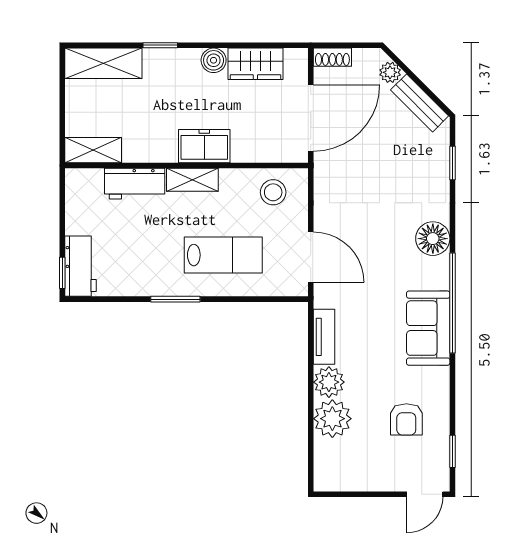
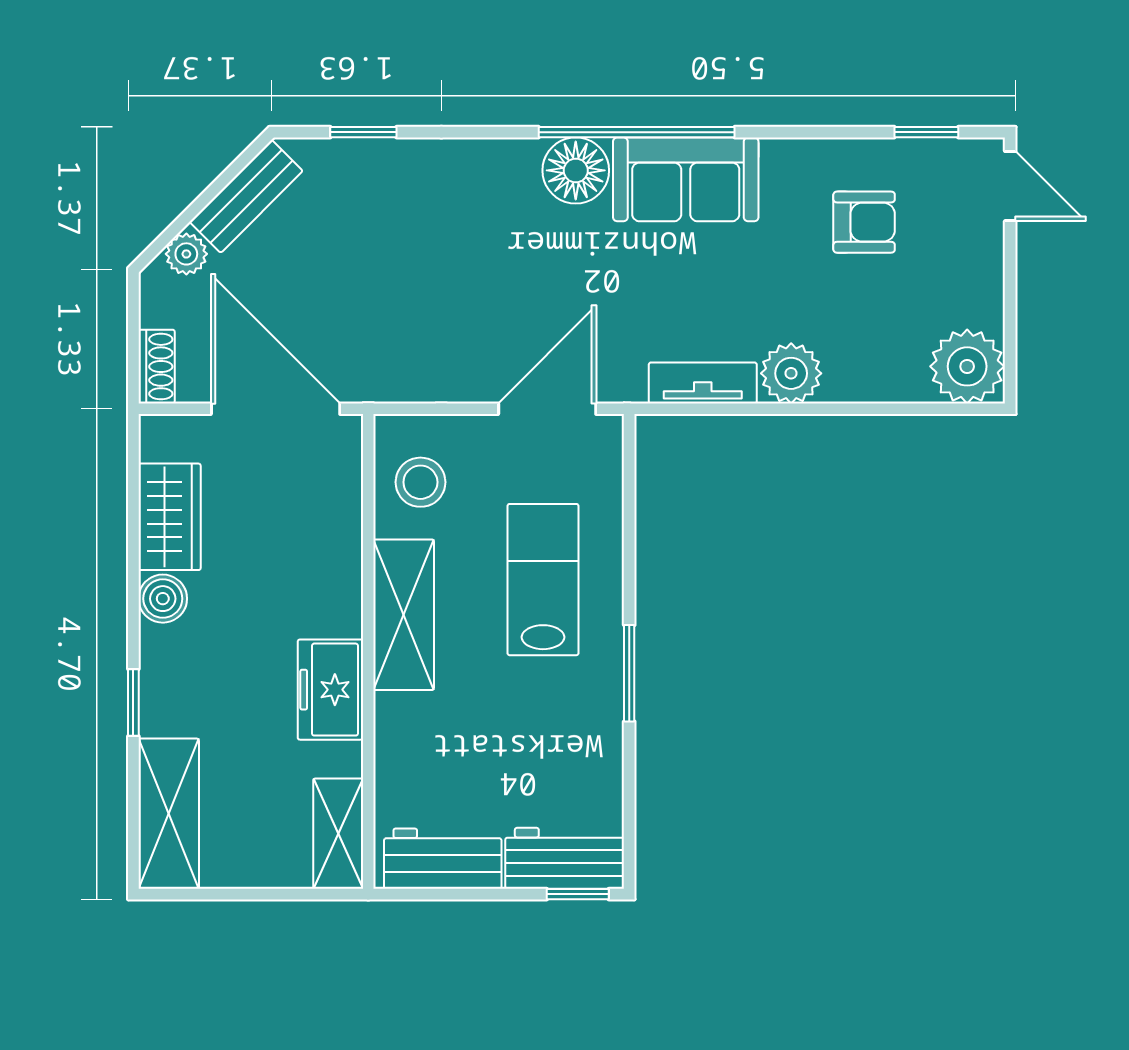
freezer: (204, 146) -> (330, 690), moved
shelving: (192, 180) -> (404, 615), width x1.50, depth x1.33
workbench: (135, 184) -> (443, 859), moved, turned -90
floor lamp: (433, 239) -> (576, 170), moved
plant: (332, 419) -> (967, 366), moved

